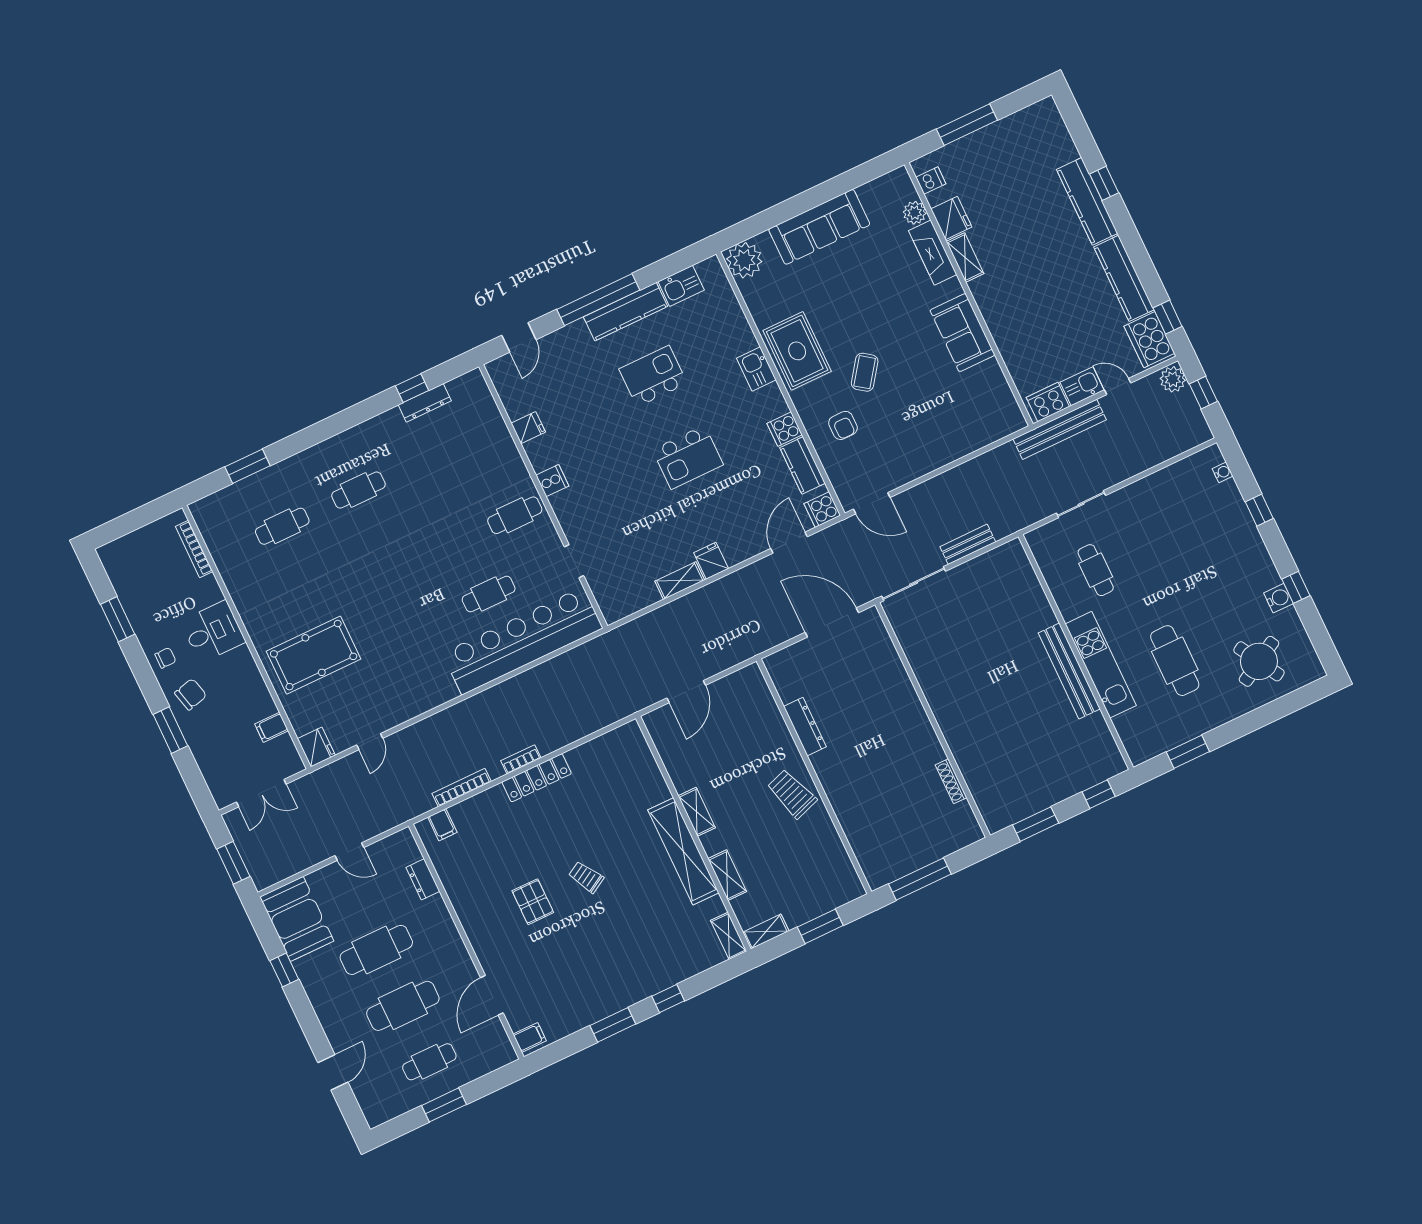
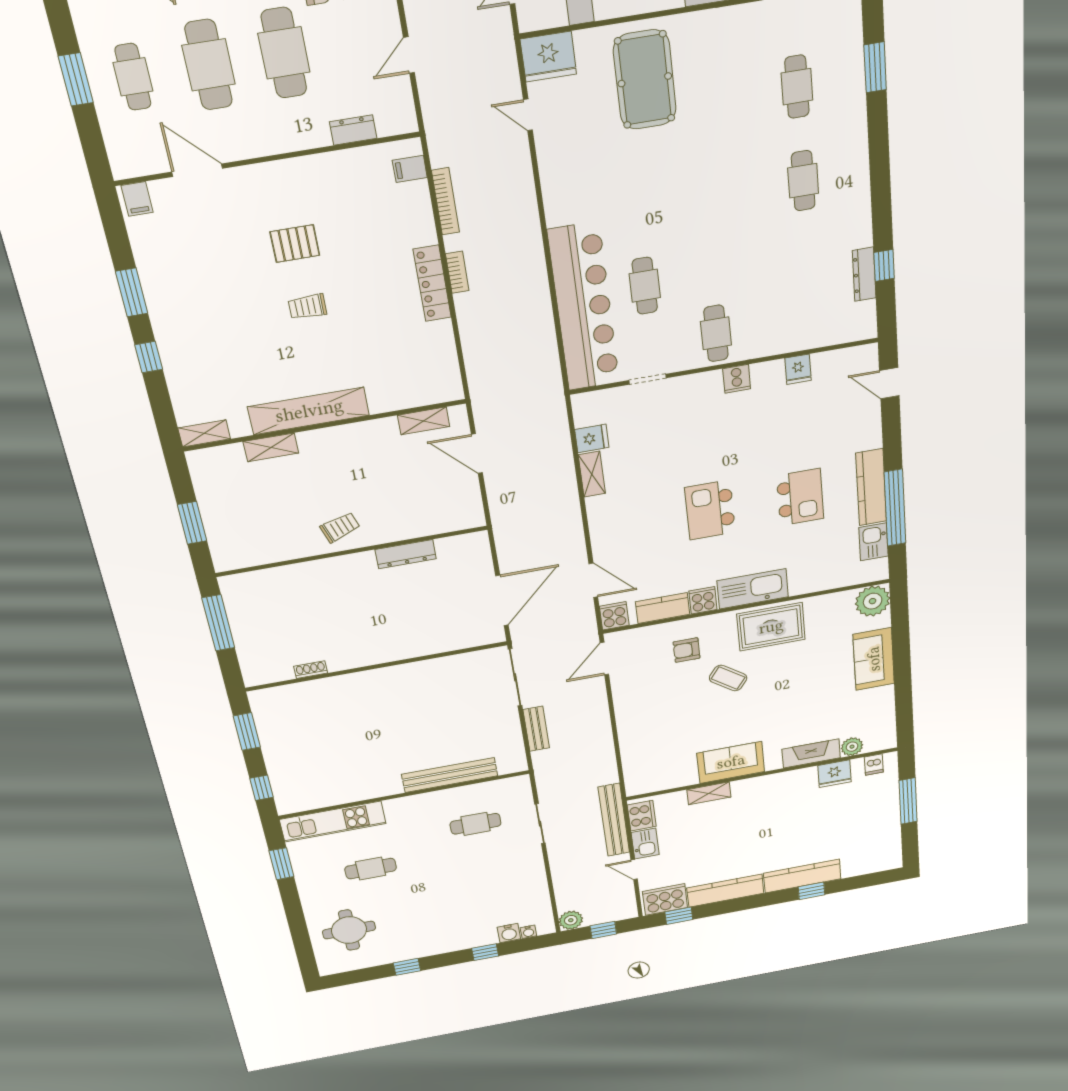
sofa: (819, 227) -> (874, 659), width x0.73
shelving: (965, 257) -> (709, 793), moved
window: (598, 300) -> (895, 508), moved
kitchen sink: (756, 369) -> (753, 589), width x1.87, depth x1.24
plant: (1173, 379) -> (571, 920), moved
door: (1118, 386) -> (634, 870), swing flipped
fridge: (711, 561) -> (592, 438), moved
water cooler: (1279, 598) -> (509, 933), moved
cafe table: (1175, 661) -> (371, 869), width x0.73, depth x0.74
round table: (1259, 661) -> (349, 930), turned 30
kitchen unit: (1101, 665) -> (333, 821), moved
bench: (1069, 671) -> (450, 775), moved
fridge: (316, 747) -> (548, 57), width x1.36, depth x1.34
shoe rack: (951, 781) -> (311, 670), width x0.70
trolley: (792, 794) -> (340, 527), width x0.73, depth x0.72
shelving: (697, 812) -> (424, 421), moved
trolley: (586, 877) -> (307, 307), turned -150
shelving: (766, 932) -> (200, 470), removed

